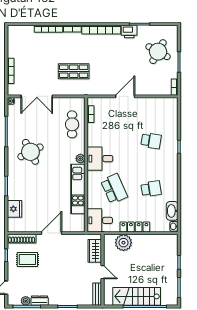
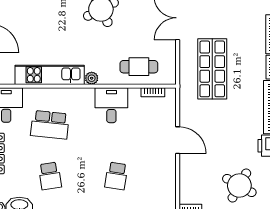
shop shelf: (74, 71) -> (212, 69), width x1.43, depth x1.36
desk: (100, 159) -> (111, 105), moved
school desk: (114, 189) -> (50, 125), turned 30

